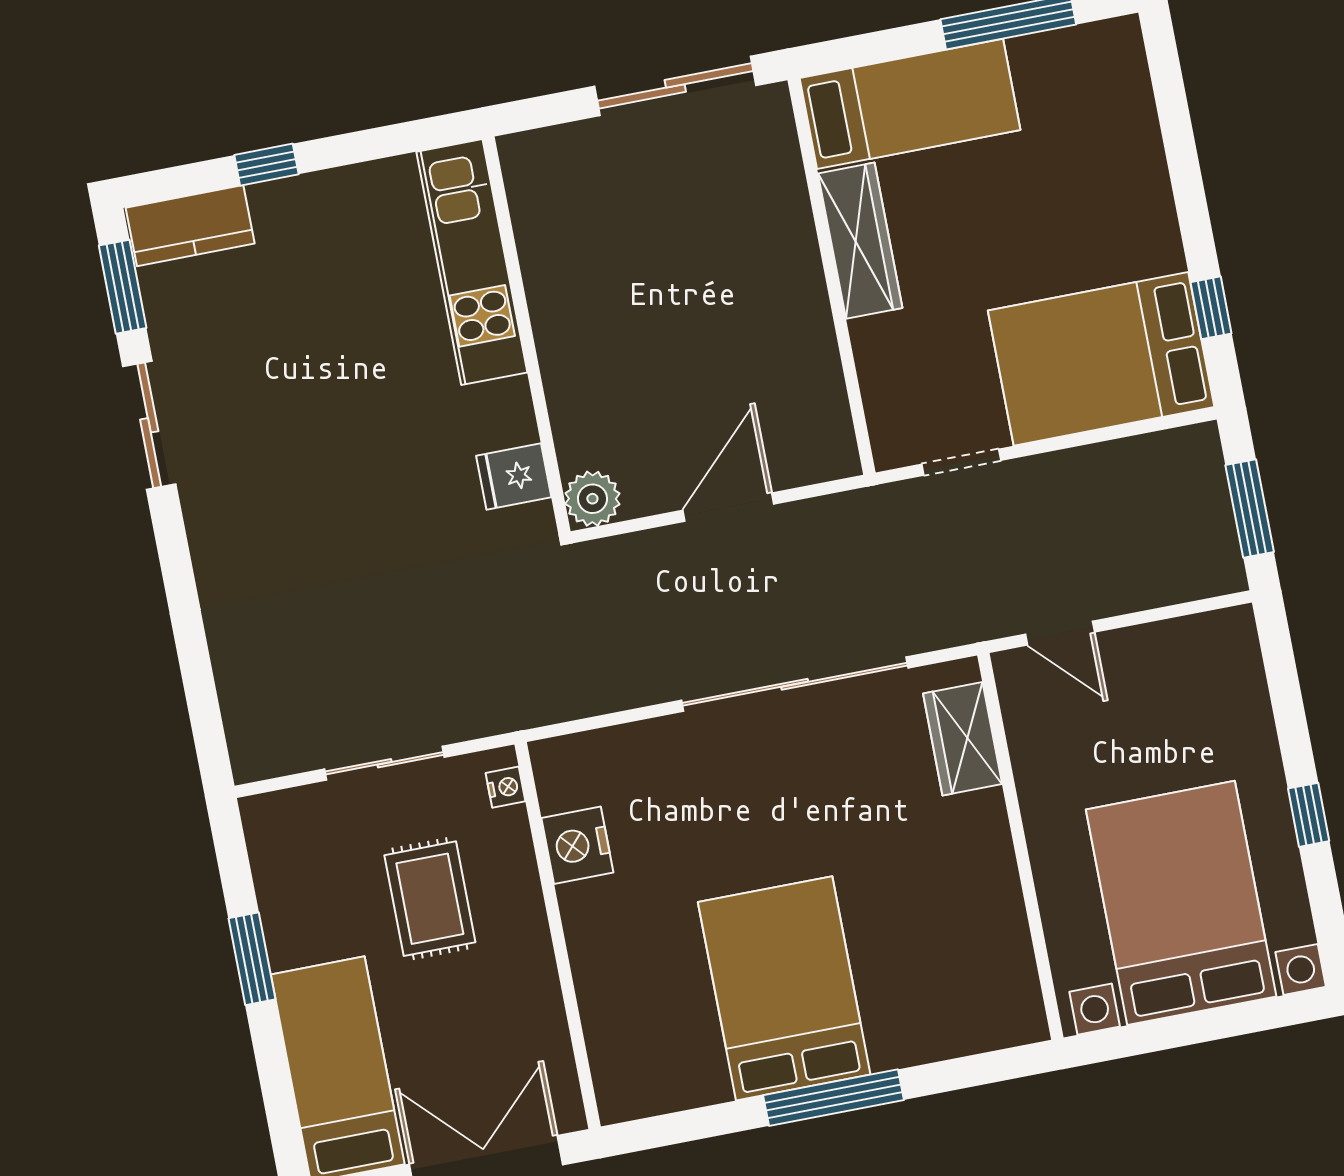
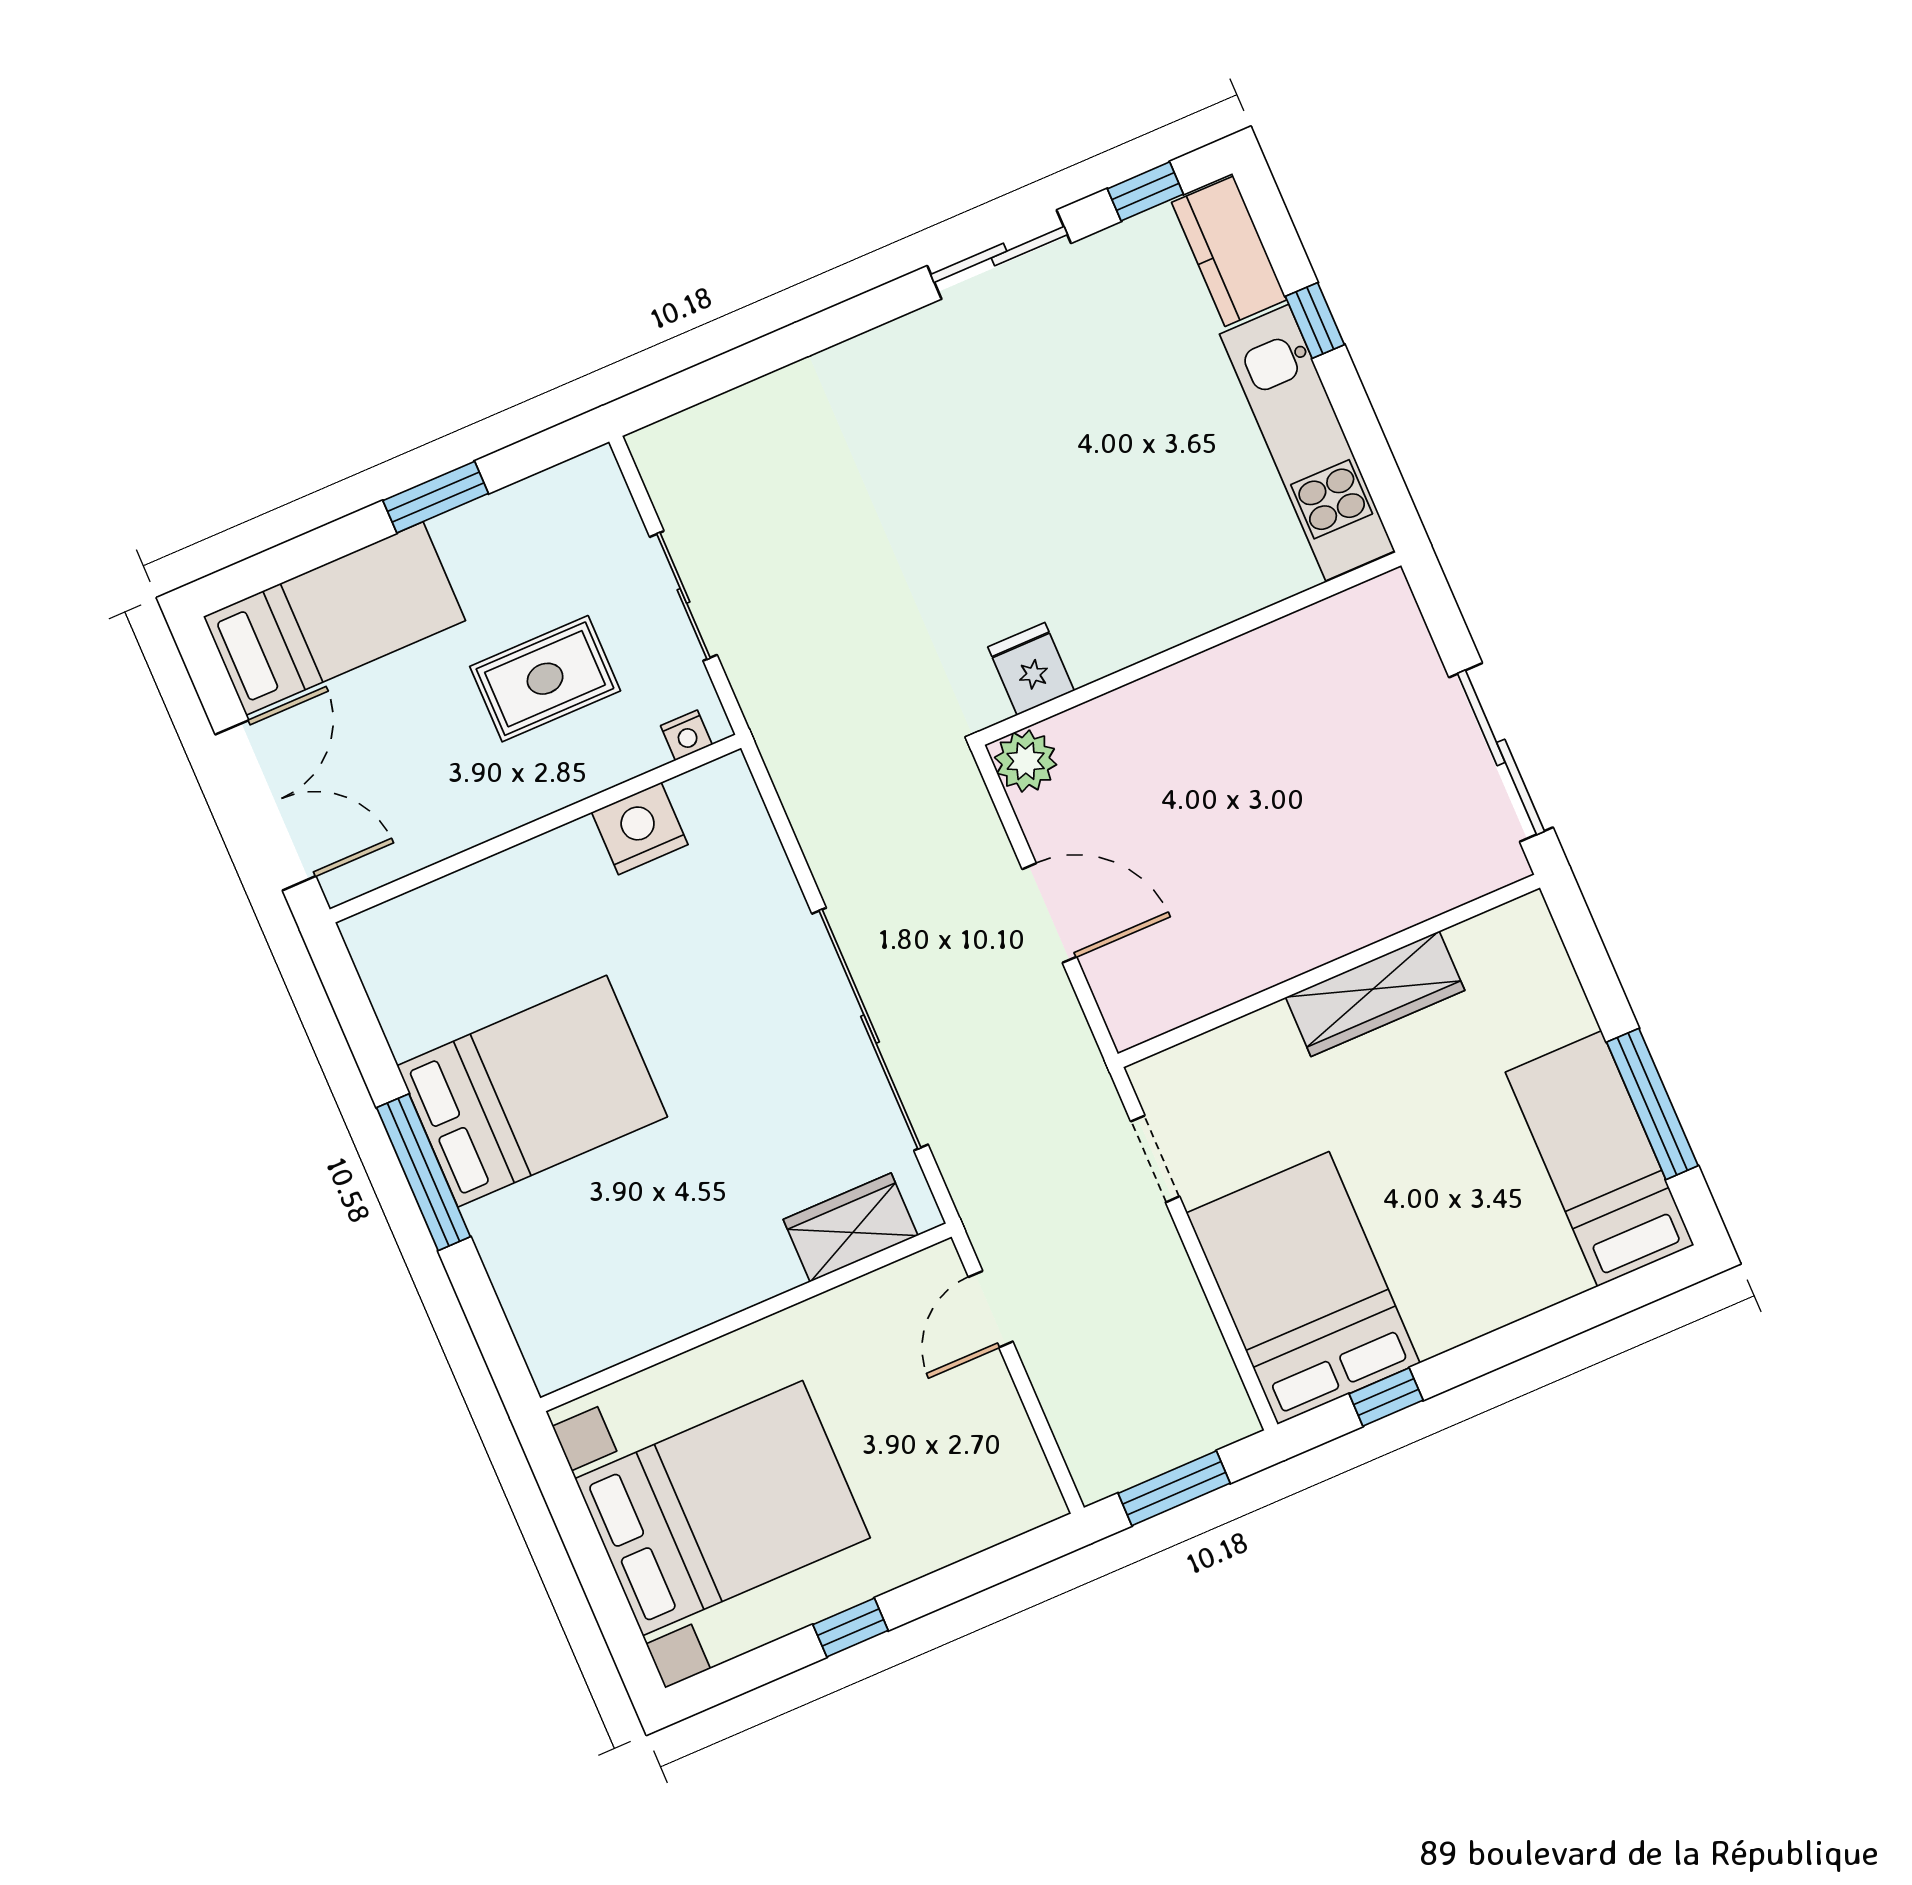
bed: (910, 104) -> (1600, 1159), moved, turned 180
kitchen unit: (472, 262) -> (1307, 442), moved, turned -90
window: (123, 287) -> (1145, 191), width x0.67

